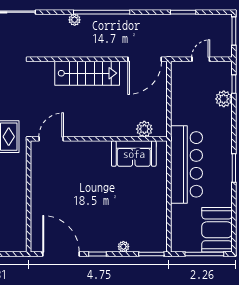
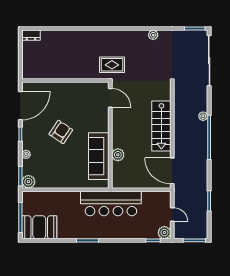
plant: (224, 99) -> (164, 233), moved
plant: (144, 129) -> (118, 155), moved
sofa: (134, 154) -> (99, 156), width x1.36
bar counter: (186, 164) -> (111, 203), moved
armchair: (95, 202) -> (61, 132), added
plant: (159, 244) -> (28, 182), added

